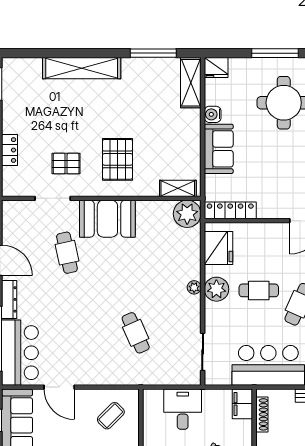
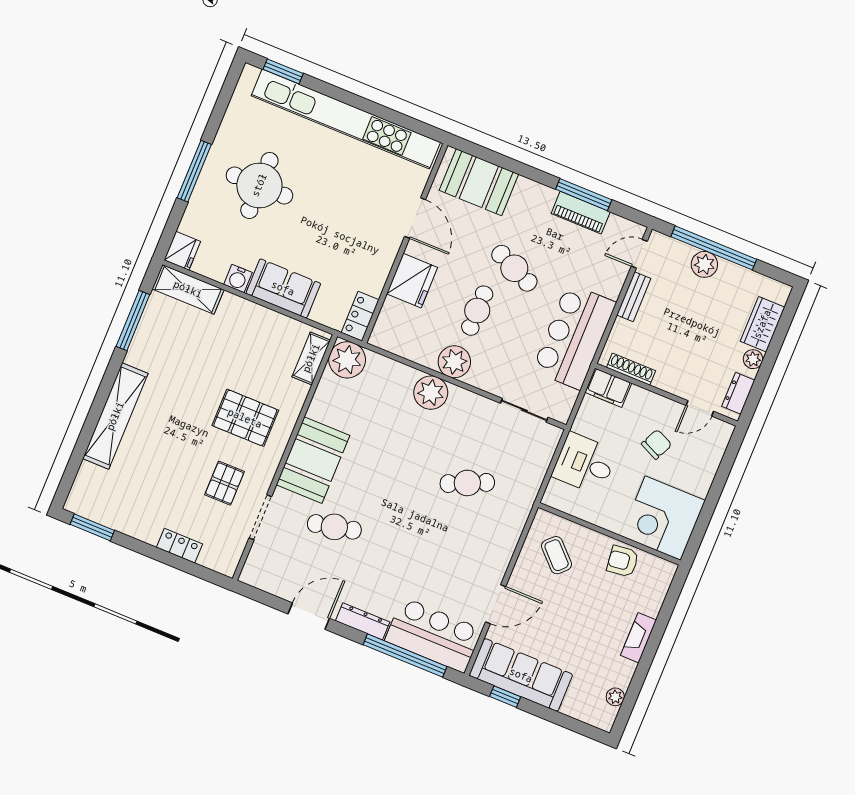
locker: (230, 210) -> (360, 316), width x0.66
fridge: (218, 248) -> (412, 281), moved, turned 90
plant: (194, 287) -> (431, 393), width x1.87, depth x1.87

